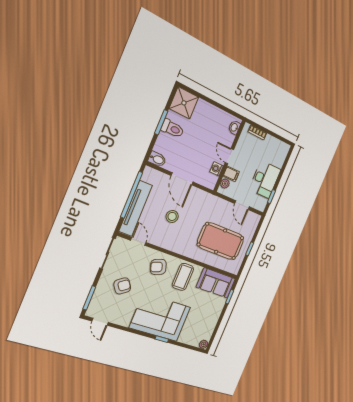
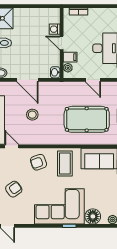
washbasin: (234, 127) -> (55, 72), moved
washing machine: (217, 169) -> (55, 29), moved
floor lamp: (187, 336) -> (93, 216), added

